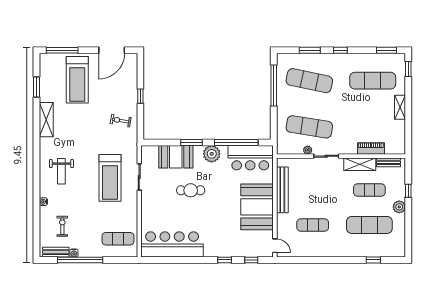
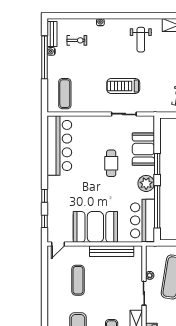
weight bench: (61, 171) -> (141, 40), moved, turned -90
treadmill: (110, 178) -> (123, 86), width x0.73, depth x0.73

